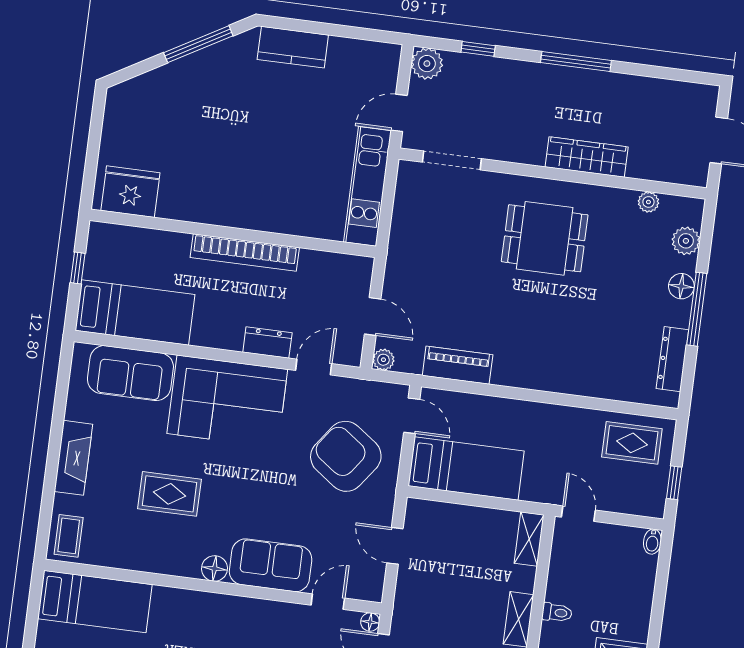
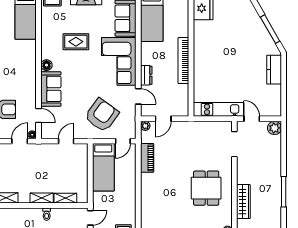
window: (478, 49) -> (284, 149), removed
rug: (170, 494) -> (76, 42), turned 90
shelving: (529, 539) -> (65, 198), moved

